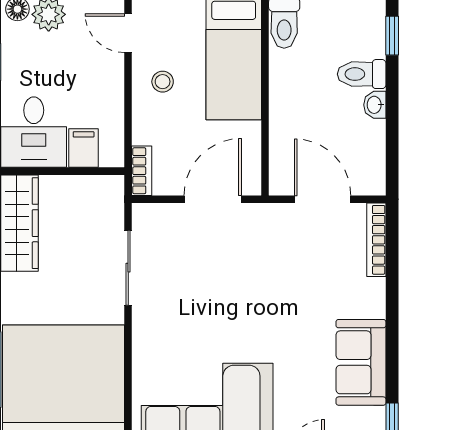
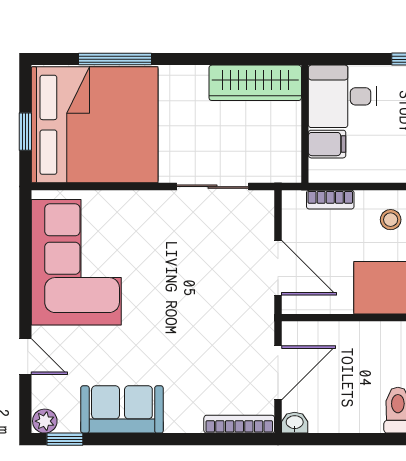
washbasin: (375, 105) -> (295, 423), moved
bookcase: (142, 171) -> (330, 200), moved

